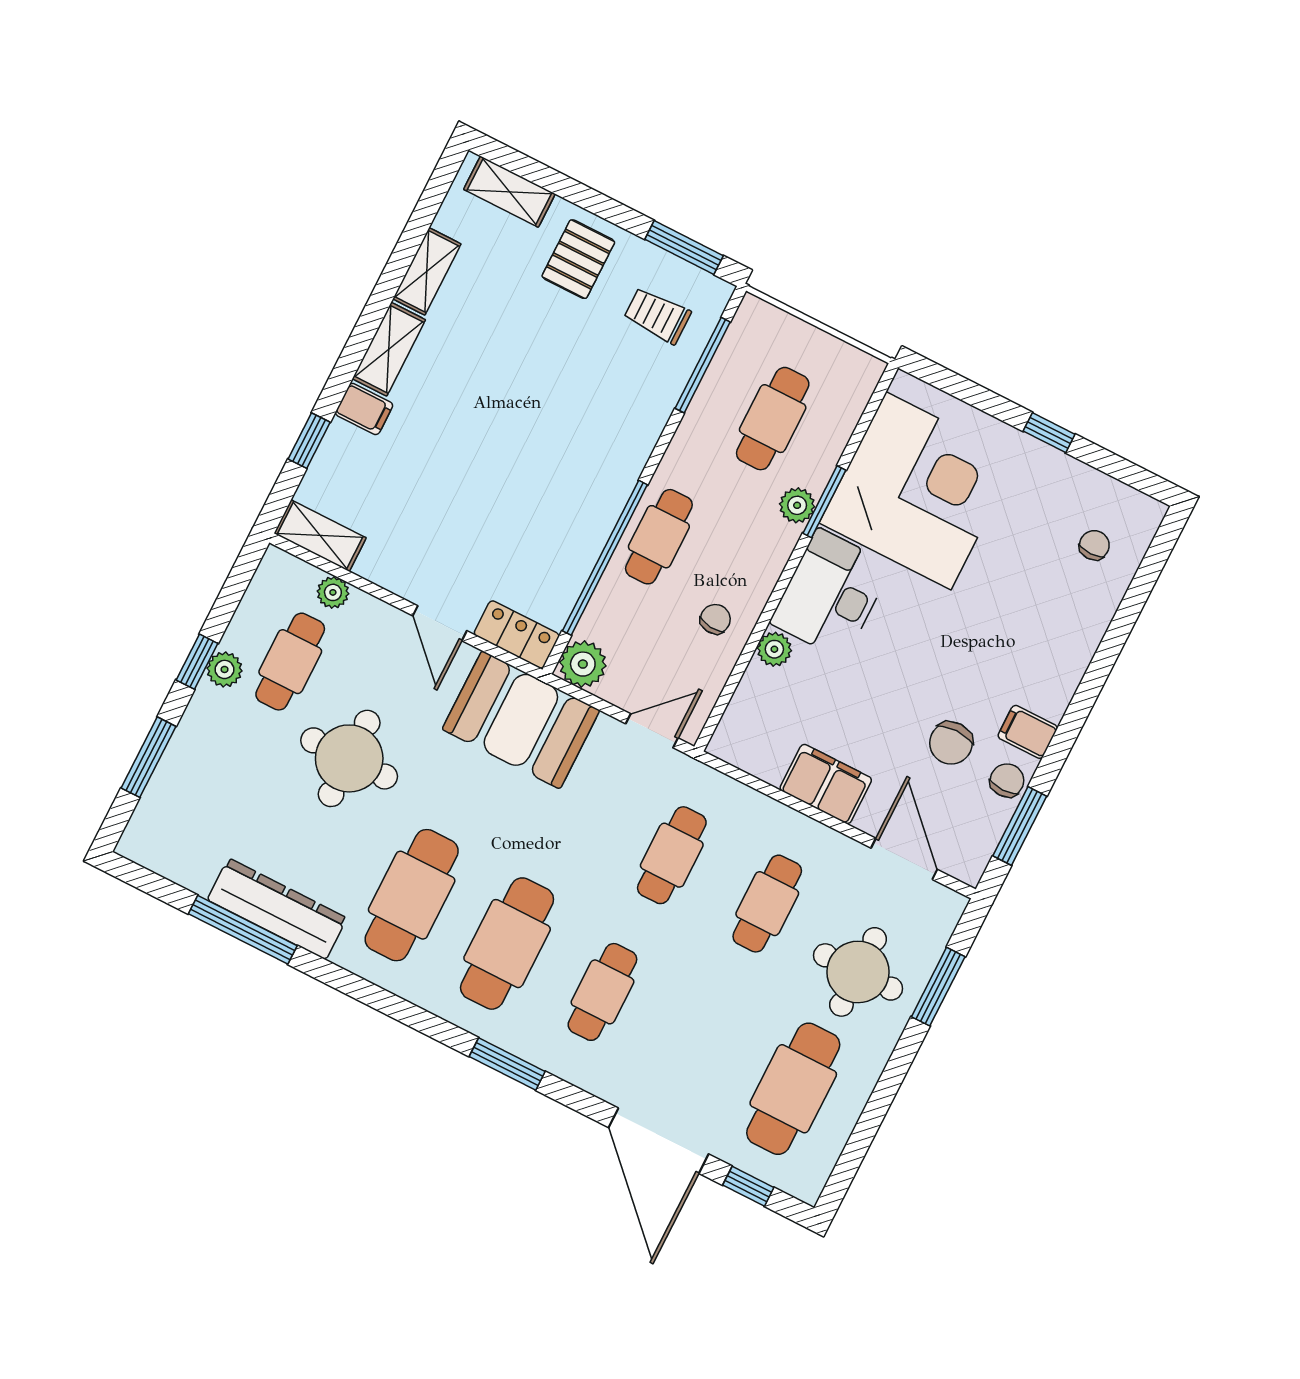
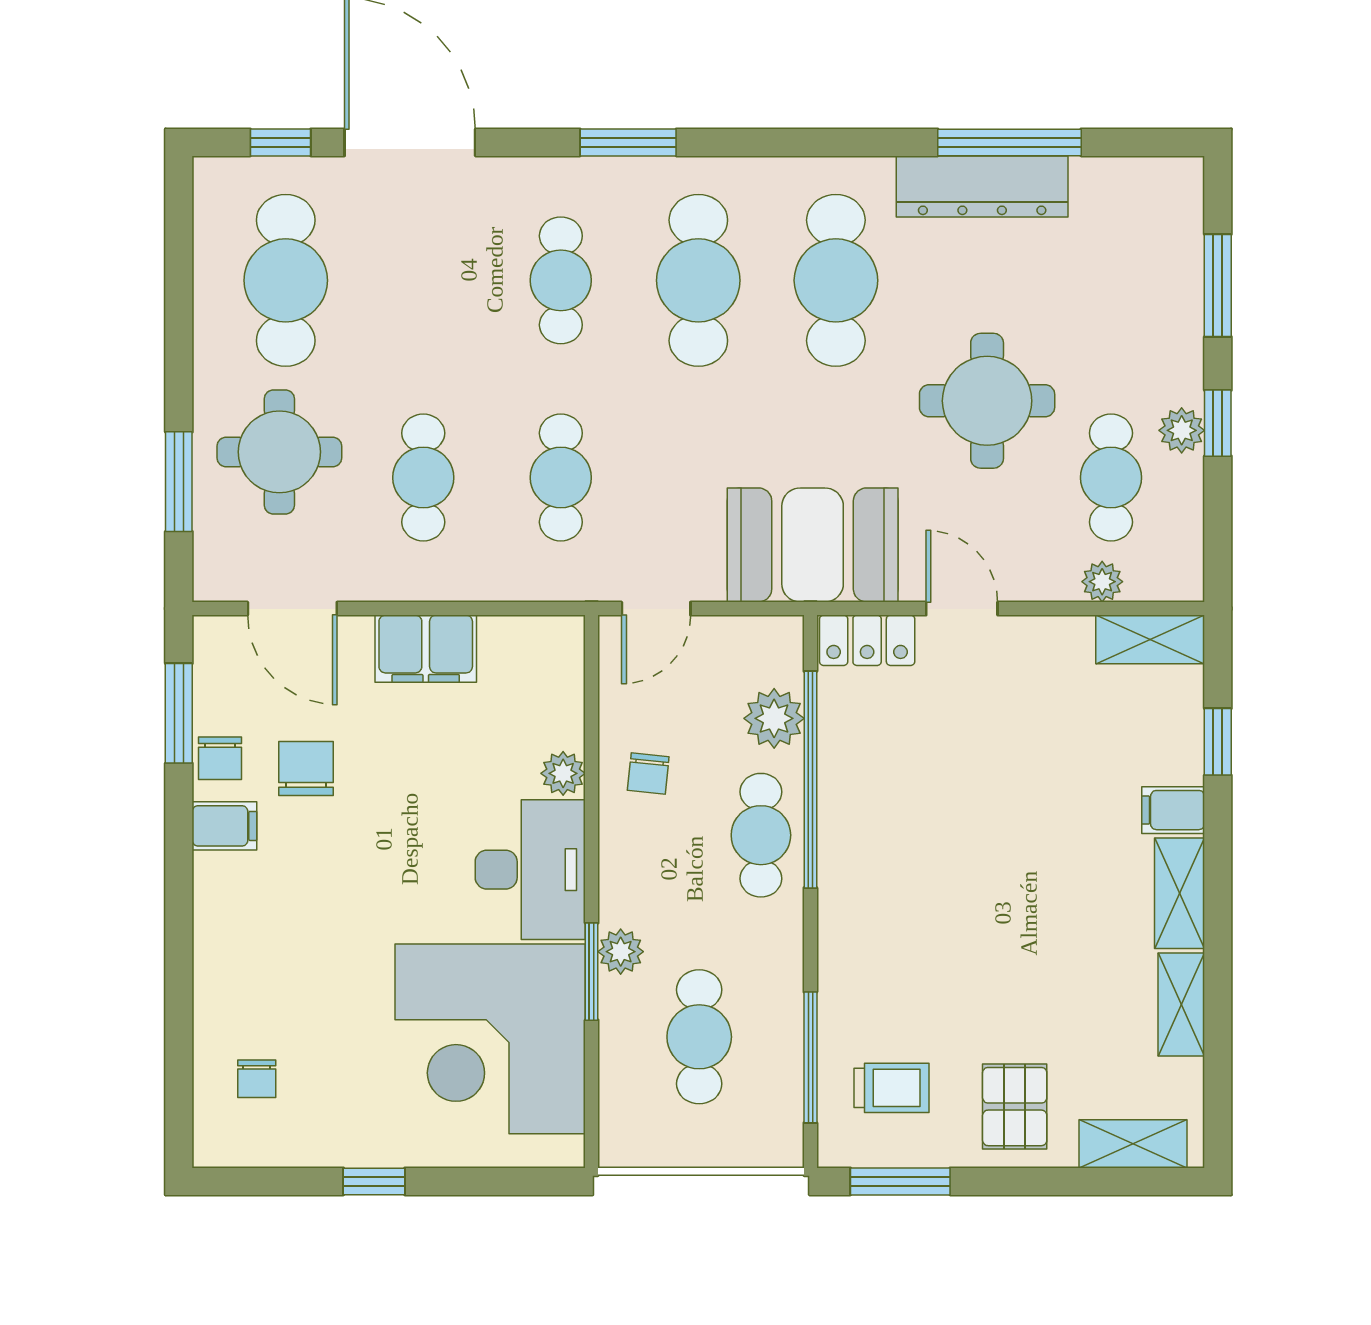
plant: (583, 664) -> (774, 718), moved

